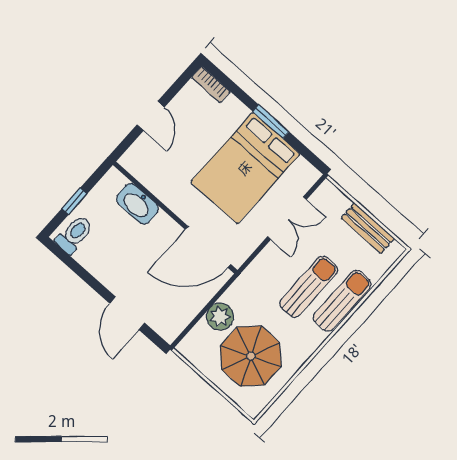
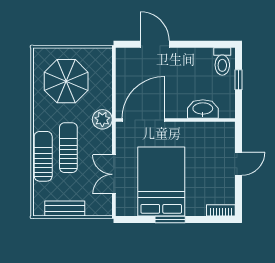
door: (151, 116) -> (239, 164), swing flipped
sun lounger: (309, 287) -> (68, 148), turned 180
sun lounger: (342, 301) -> (43, 156), turned 180
plant: (220, 317) -> (102, 119), moved

